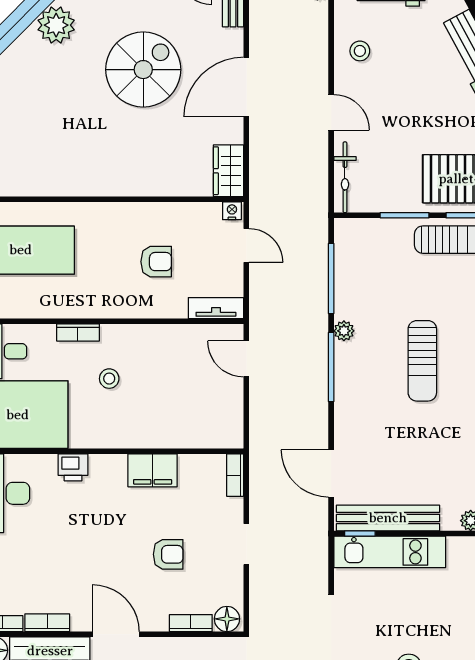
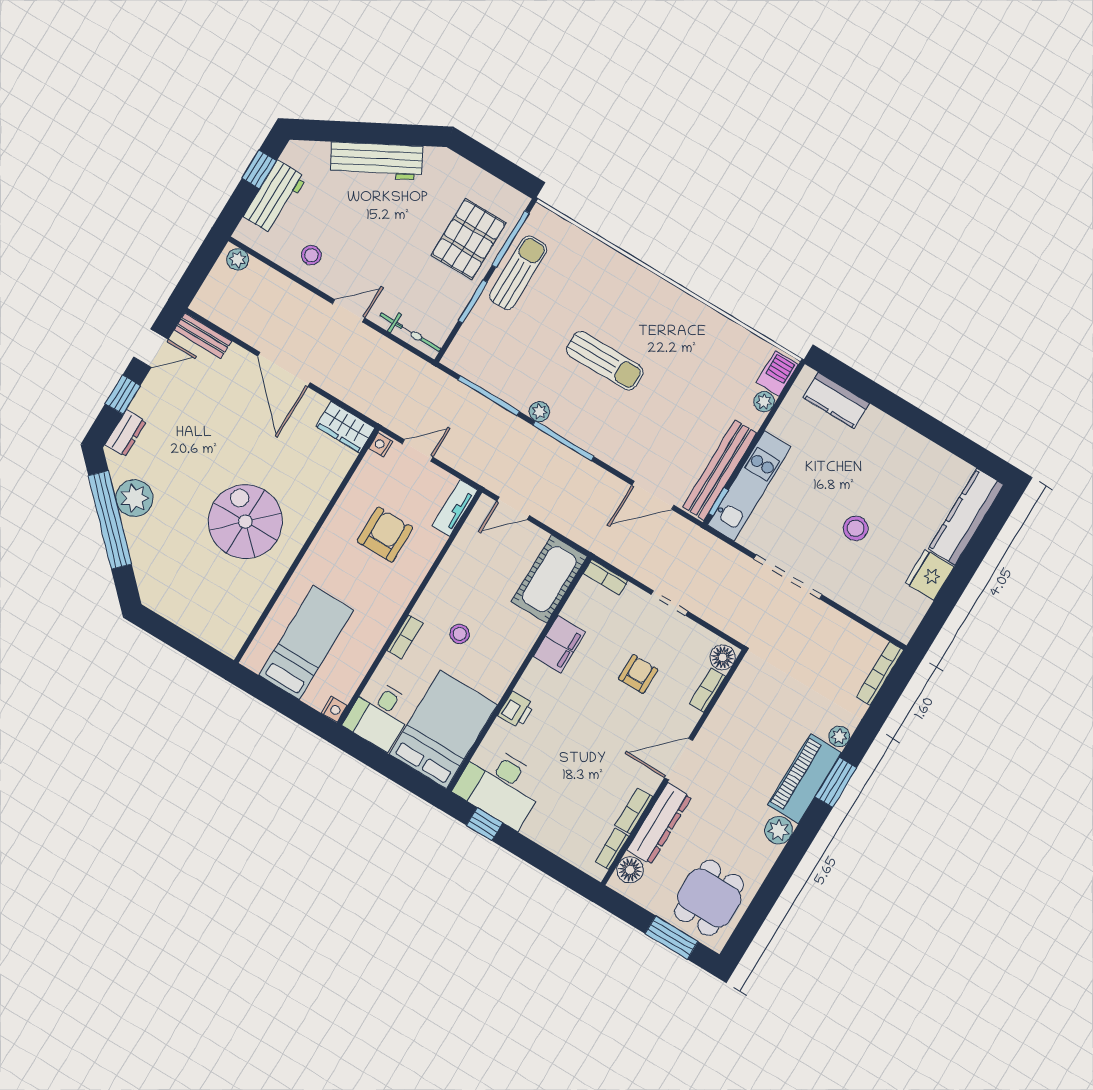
spiral stairs: (143, 70) -> (245, 522), moved
armchair: (156, 262) -> (385, 535), width x1.38, depth x1.38
cot: (204, 427) -> (549, 579), added

